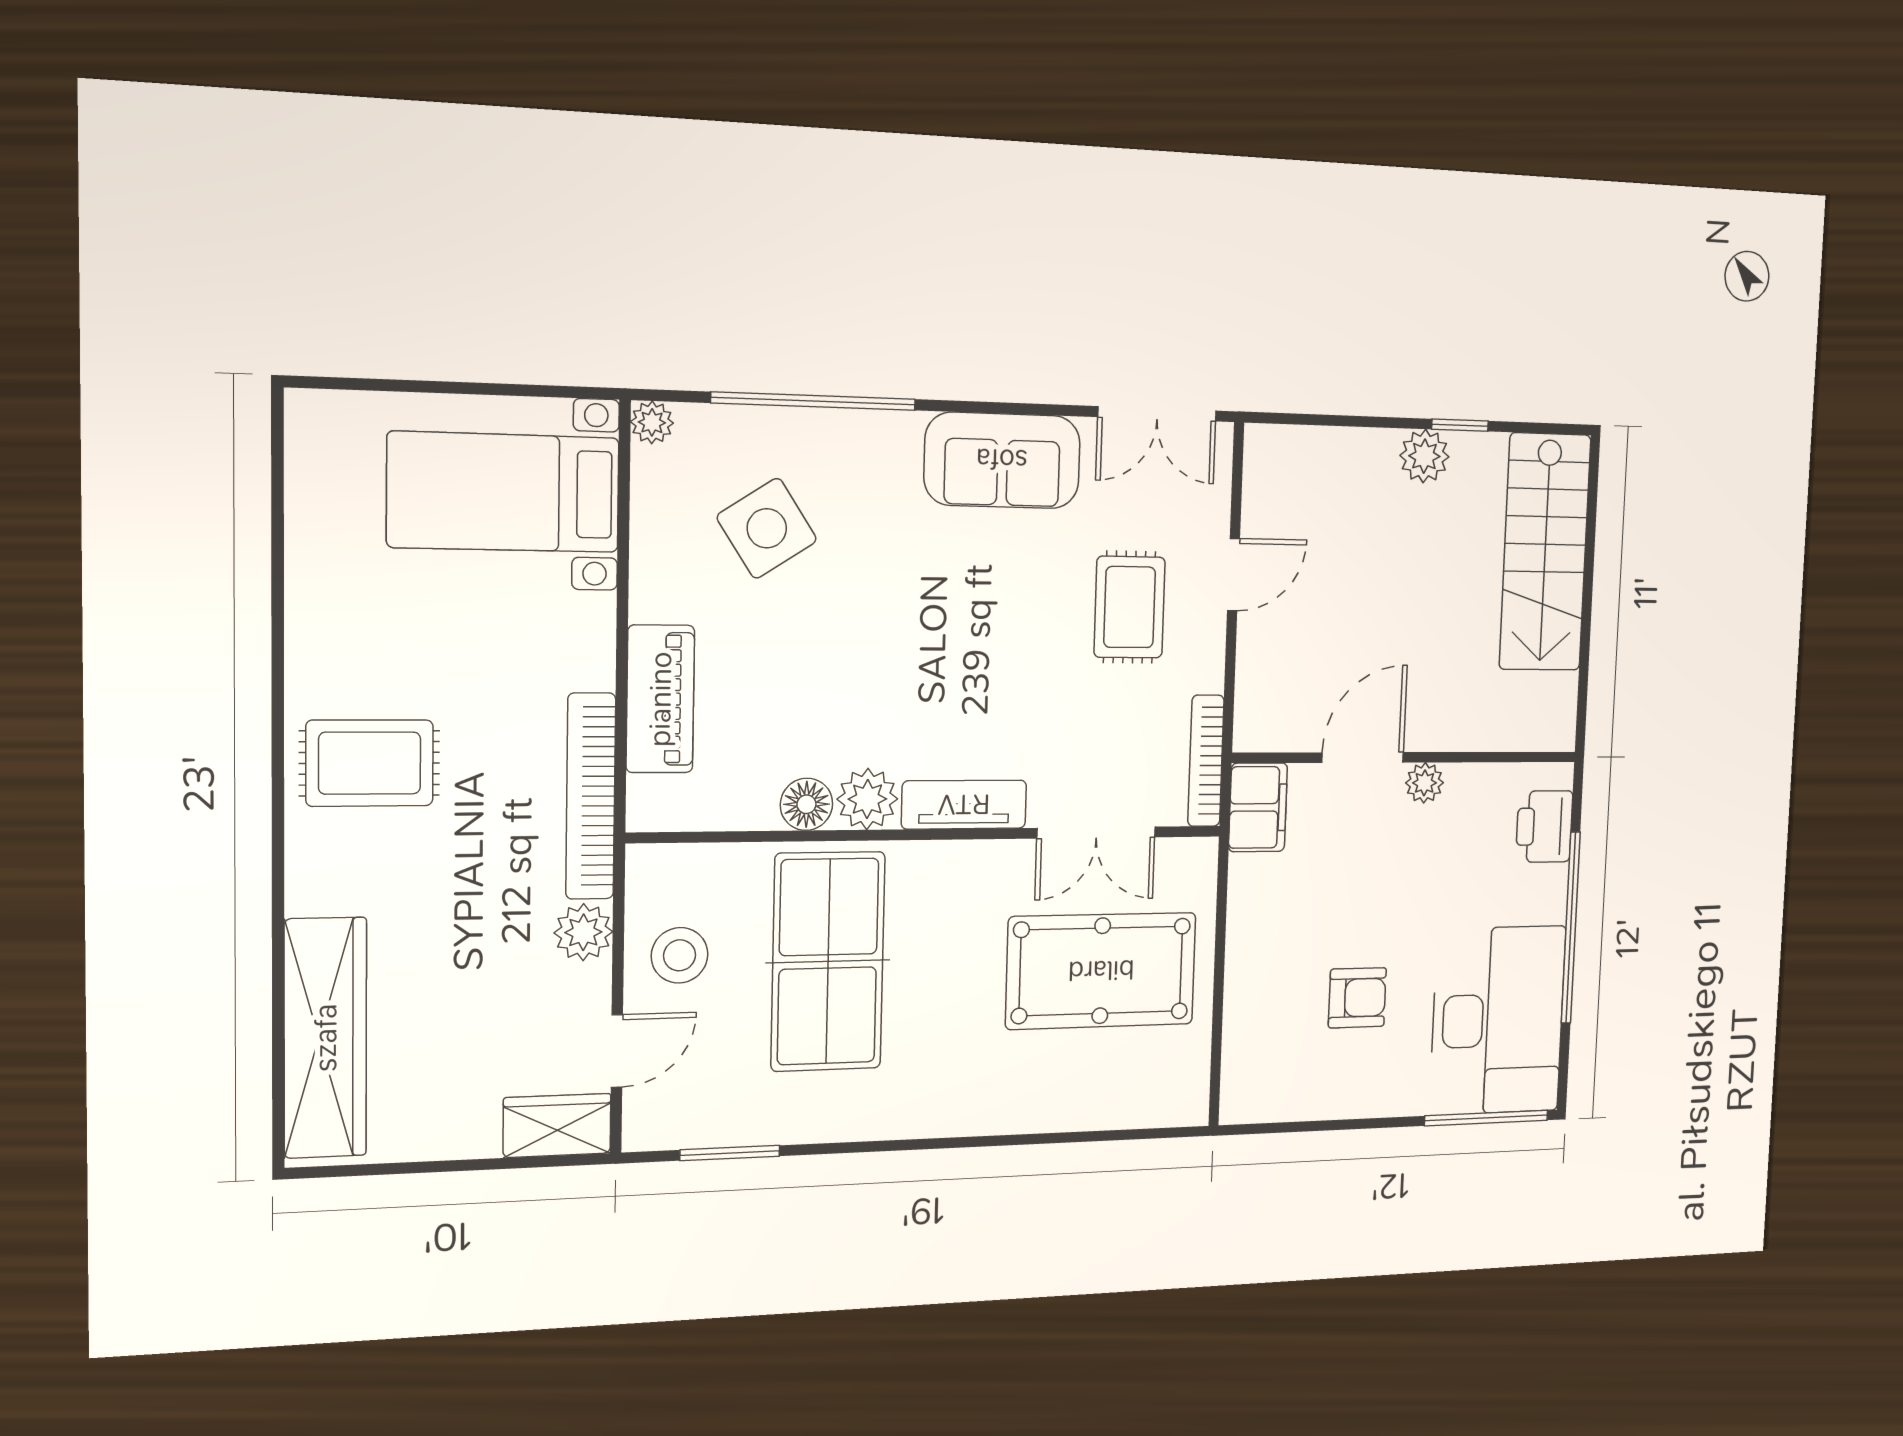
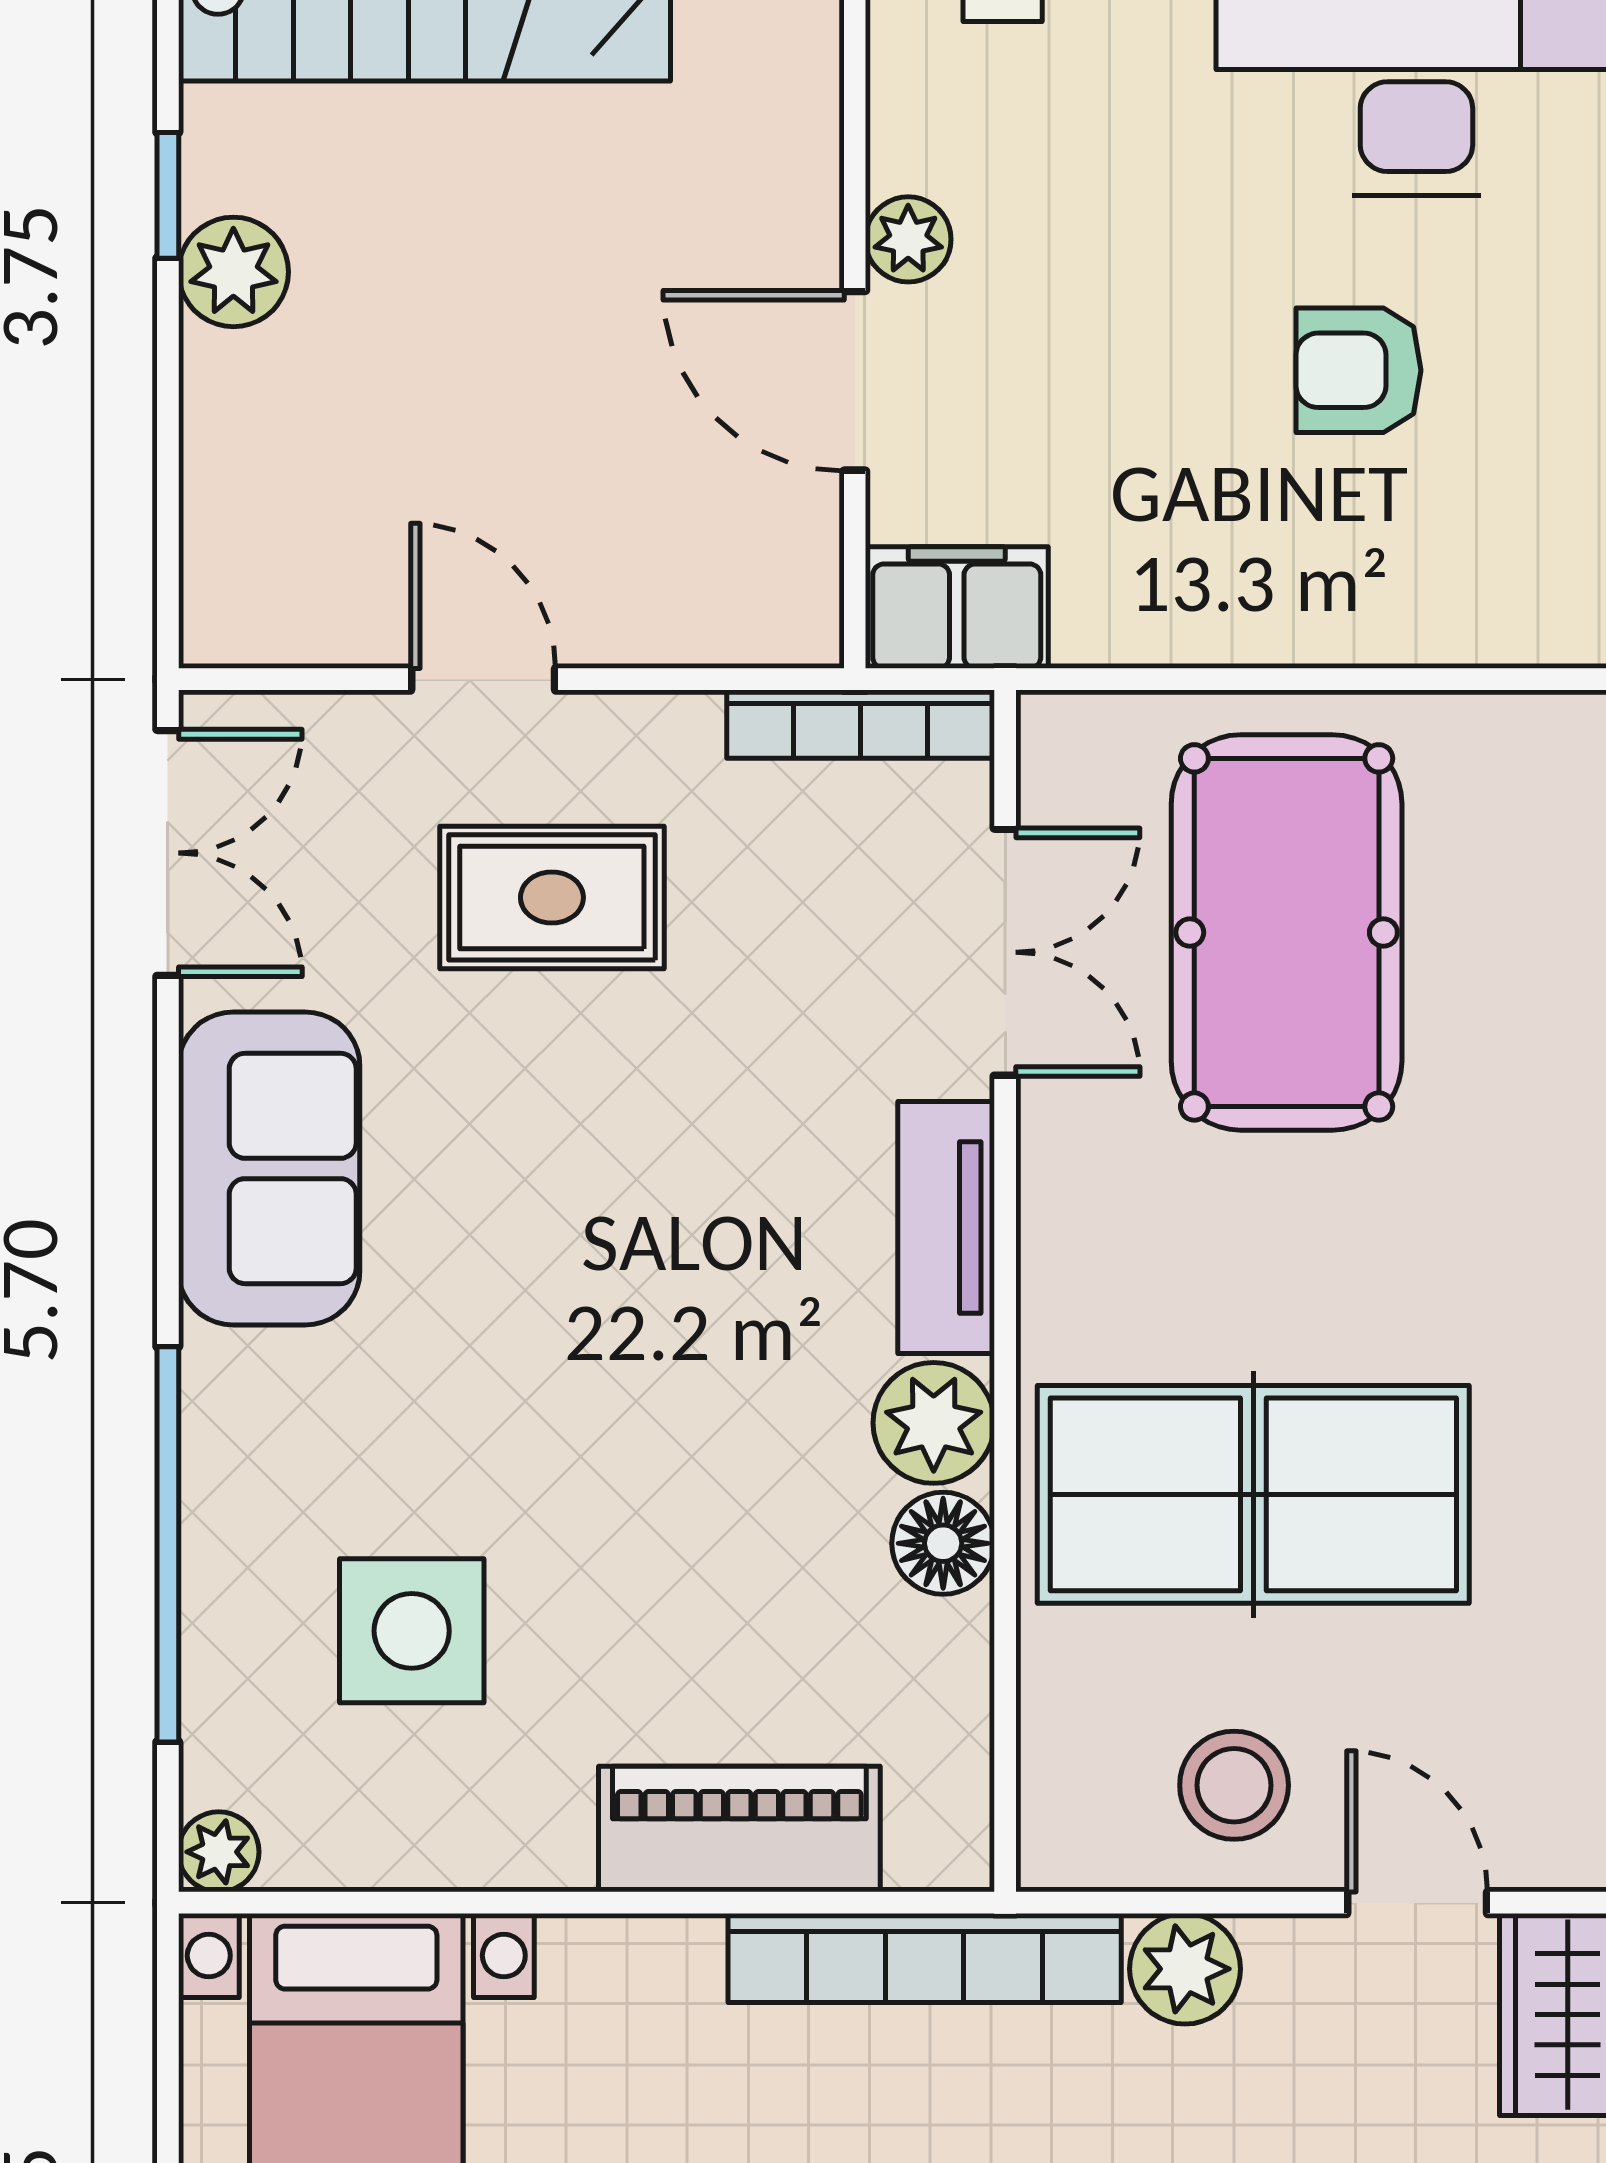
side table: (767, 528) -> (412, 1631), turned 33
armchair: (1357, 998) -> (1358, 370), turned -90

